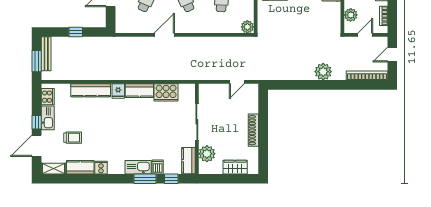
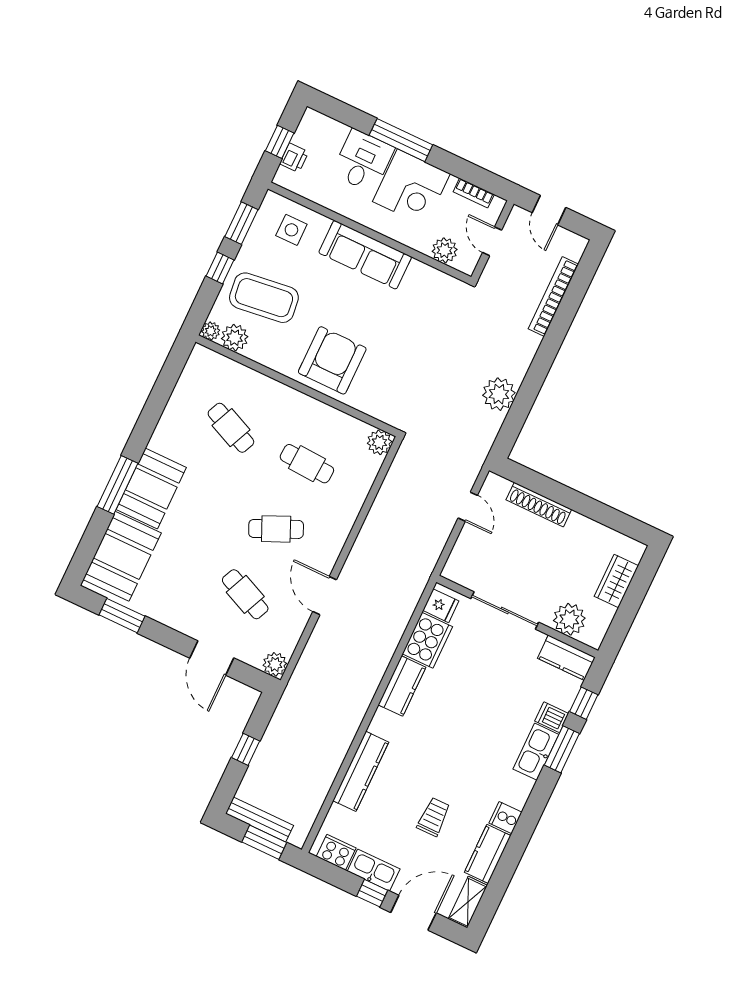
plant: (122, 27) -> (275, 664), added
plant: (323, 72) -> (499, 394), moved
bookcase: (367, 75) -> (553, 296), moved
fridge: (118, 91) -> (441, 606), moved
shoe rack: (253, 130) -> (539, 505), moved
trolley: (73, 138) -> (434, 817), moved
door: (37, 146) -> (413, 913), swing flipped

